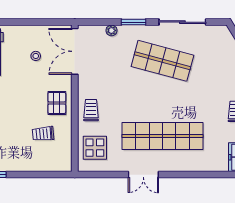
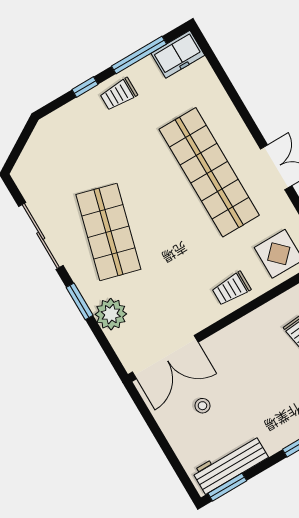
plant: (111, 30) -> (111, 314), width x1.87, depth x1.87
pallet: (57, 103) -> (249, 340), removed

